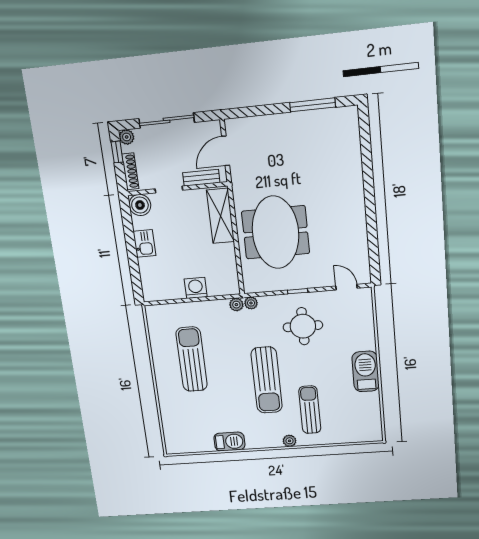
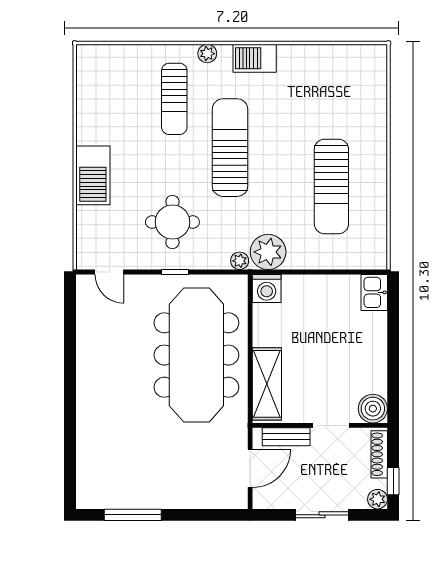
sliding door: (167, 120) -> (322, 515), width x0.73
meeting table: (276, 232) -> (196, 355), width x1.36
kitchen sink: (145, 243) -> (374, 292), moved
washing machine: (196, 288) -> (267, 288), moved
plant: (236, 305) -> (268, 252), width x1.88, depth x1.88
barbecue: (366, 371) -> (93, 175), moved
barbecue: (229, 442) -> (255, 58), moved

